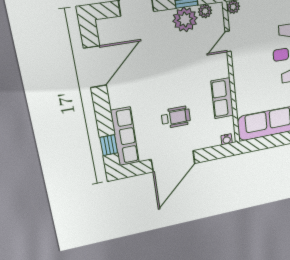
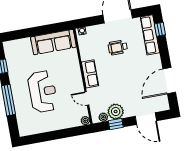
door: (228, 41) -> (87, 98), swing flipped
row of seats: (222, 98) -> (90, 74), moved

